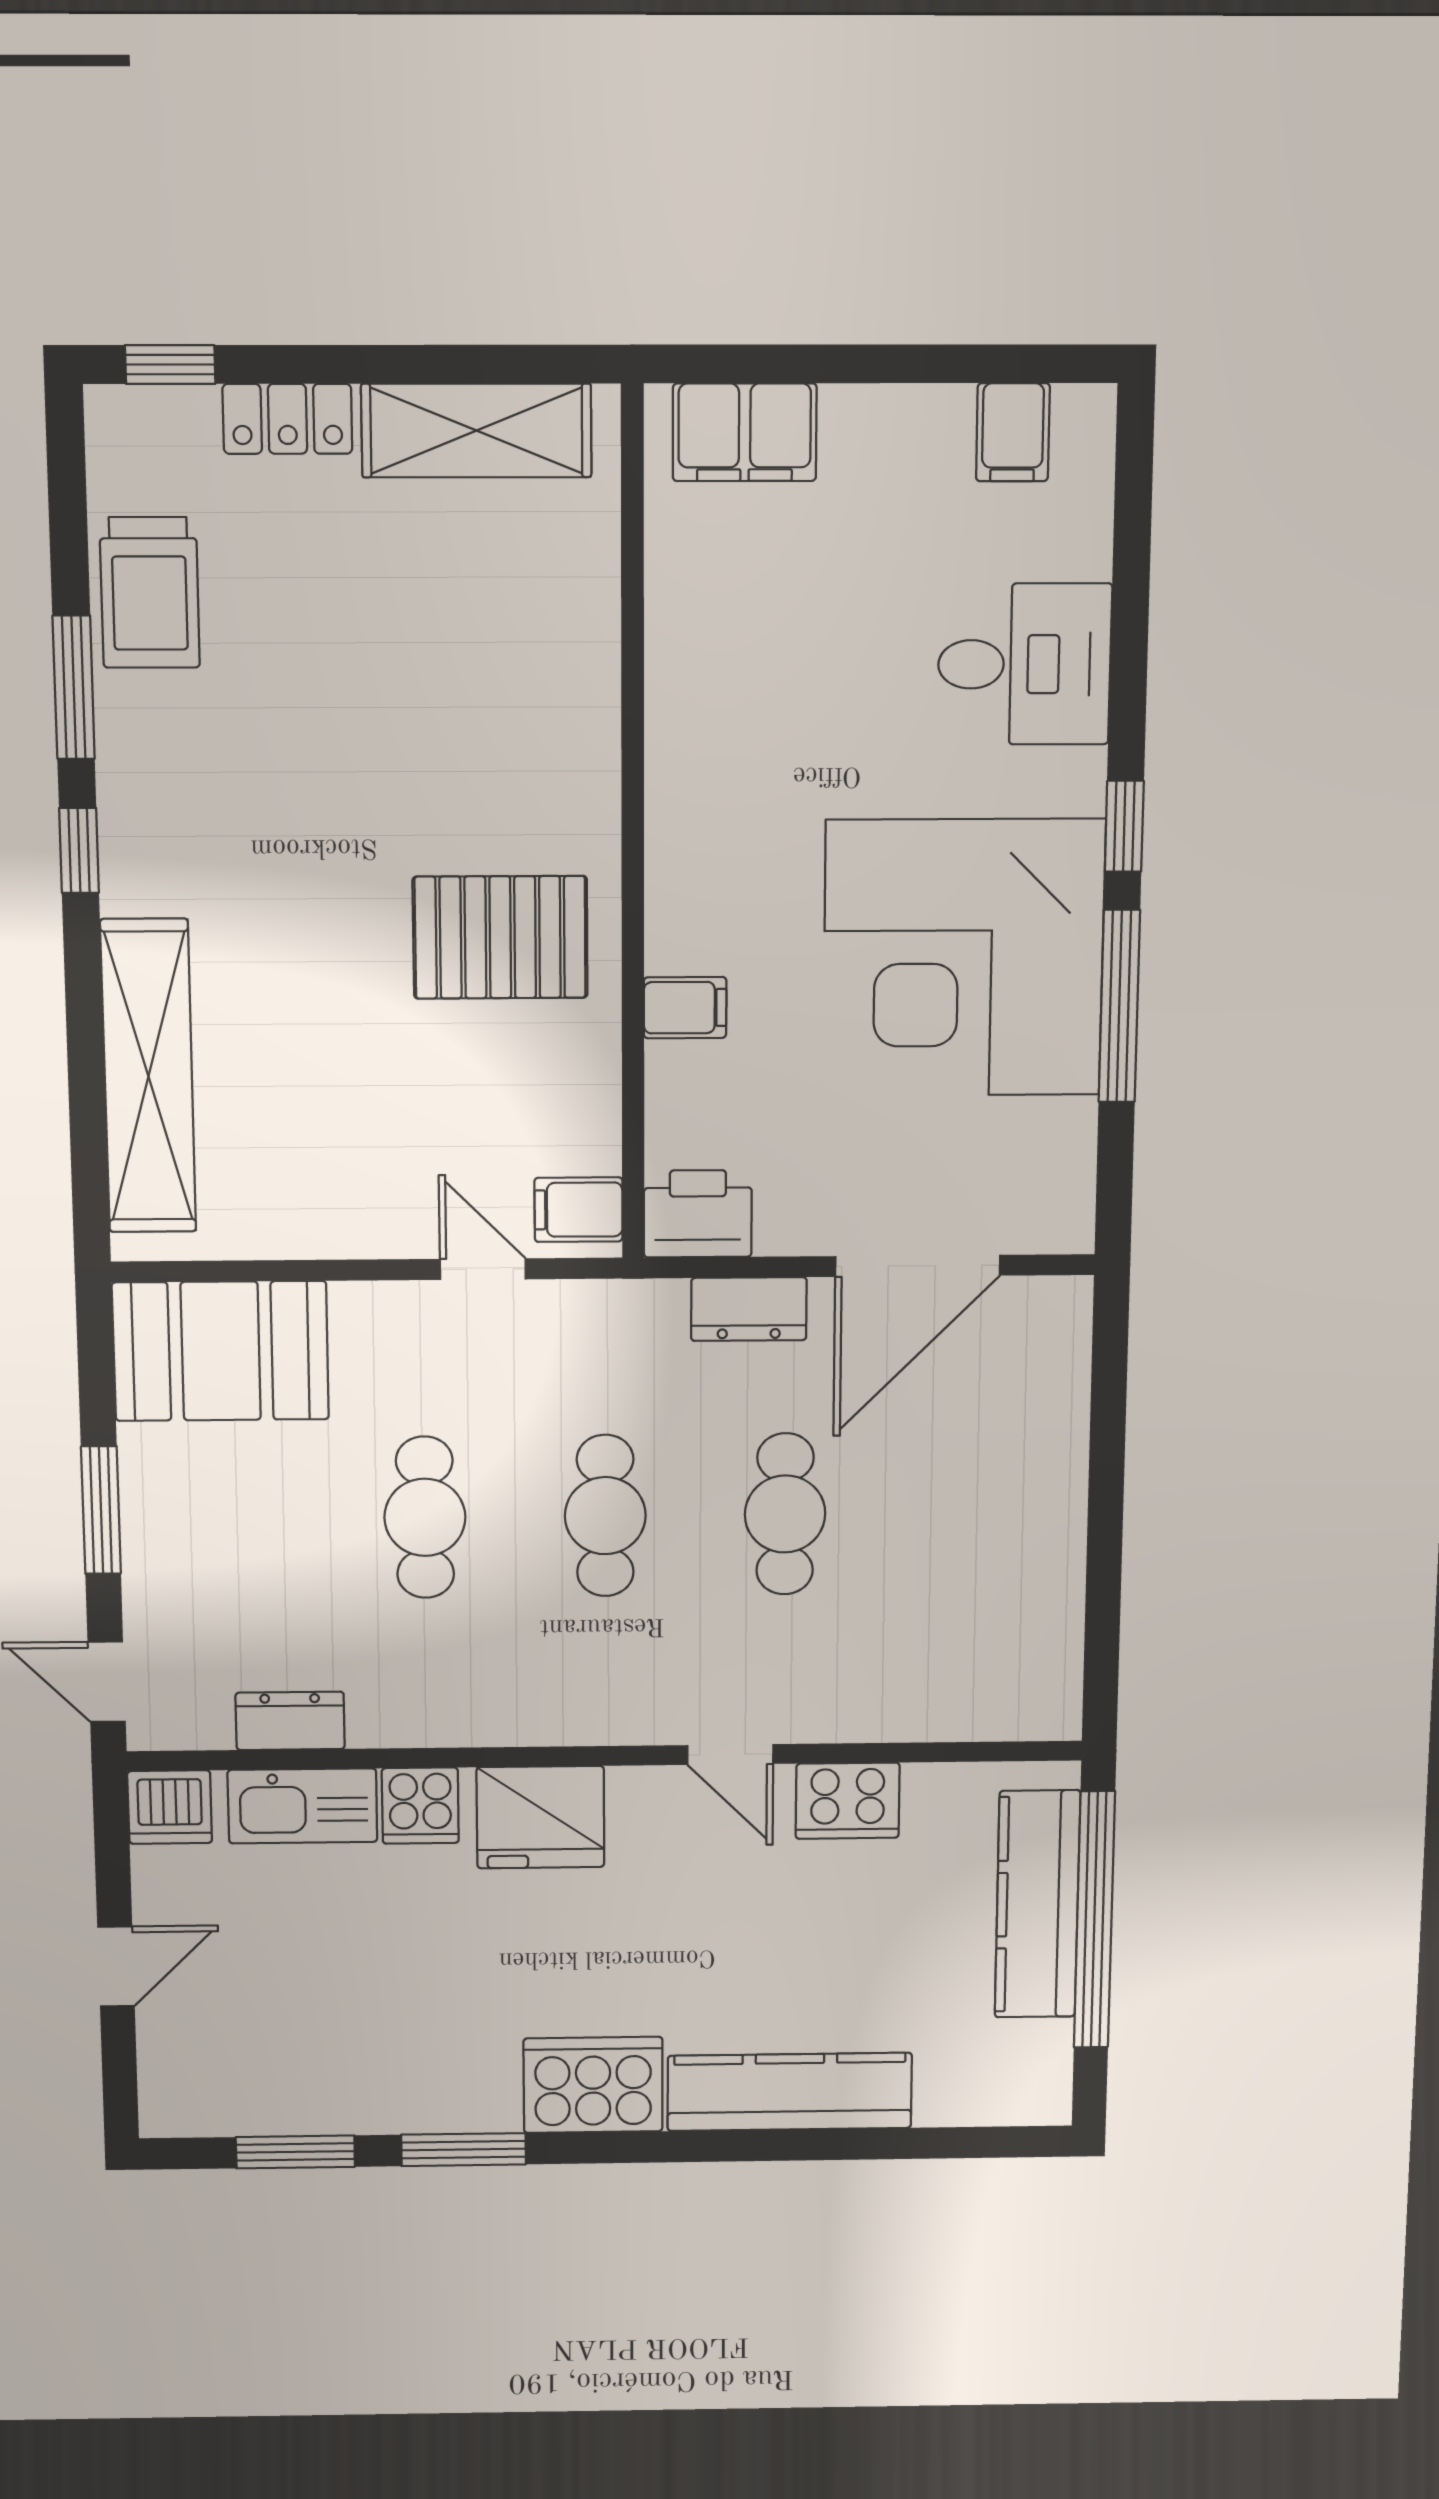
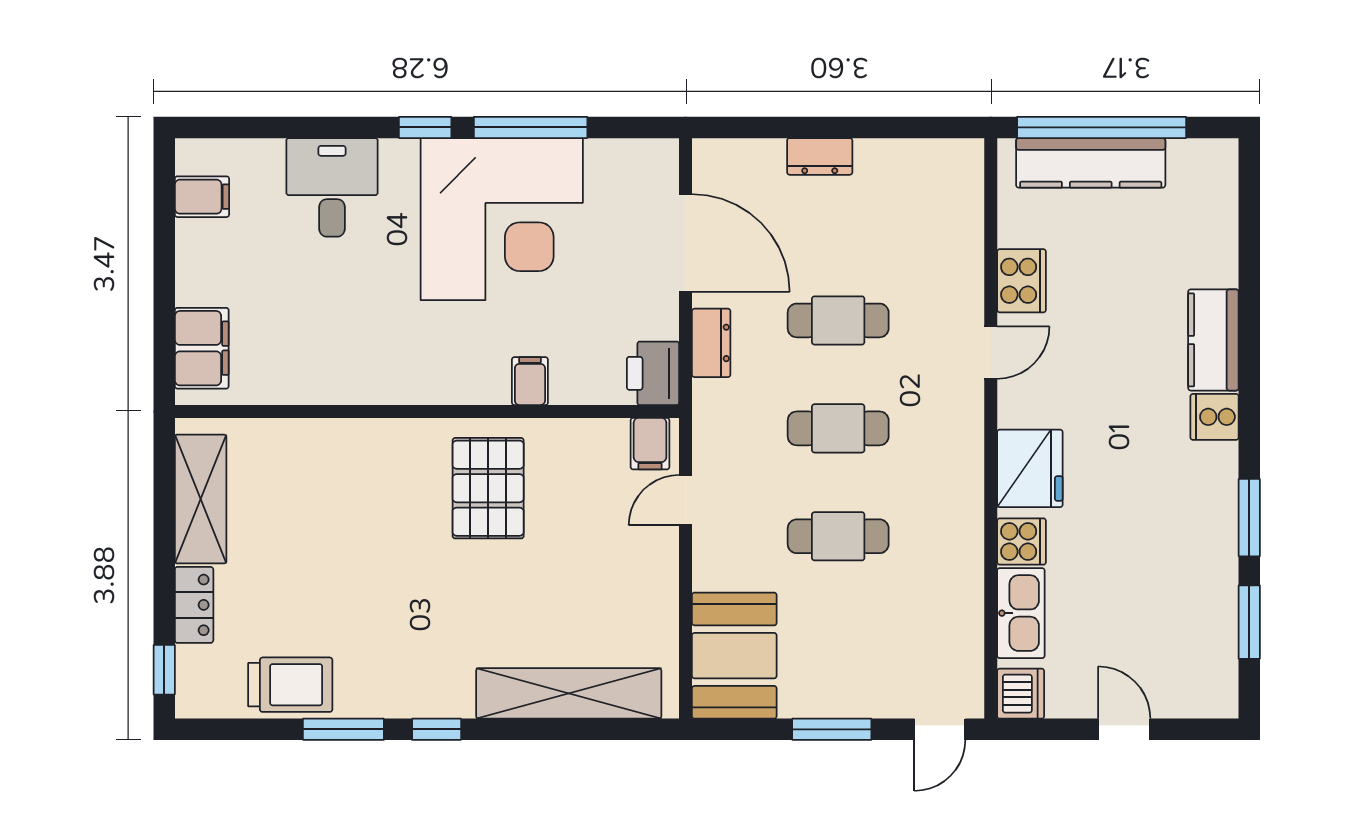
dresser: (290, 1721) -> (820, 156), moved, turned -90
cooker: (593, 2085) -> (1215, 417), width x0.53, depth x0.76
kitchen counter: (790, 2092) -> (1213, 340), width x0.67

